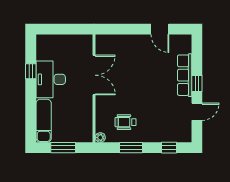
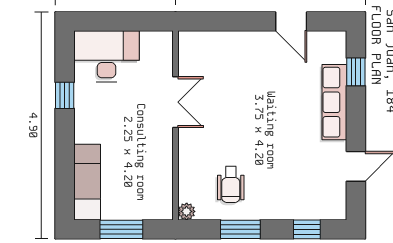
double door: (94, 75) -> (176, 102), width x0.73
desk: (51, 79) -> (106, 56), moved, turned 90
window: (197, 83) -> (356, 72), moved
wheelchair: (126, 122) -> (231, 185), turned -90

